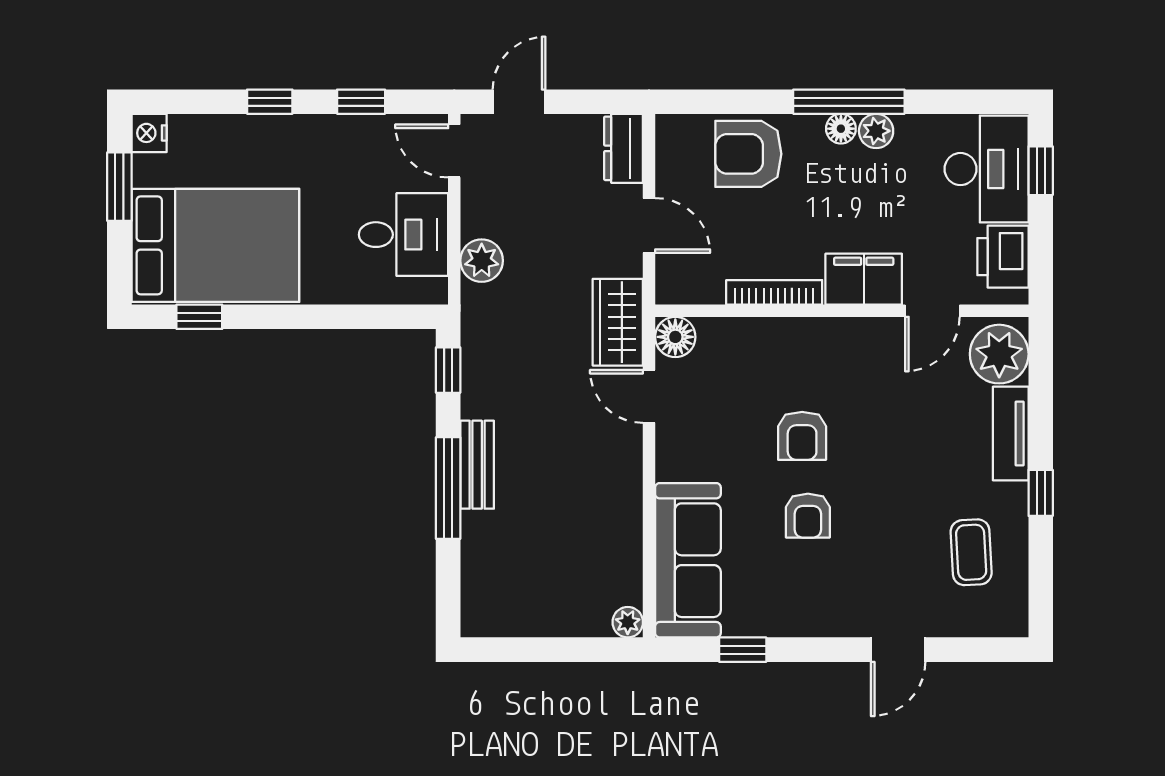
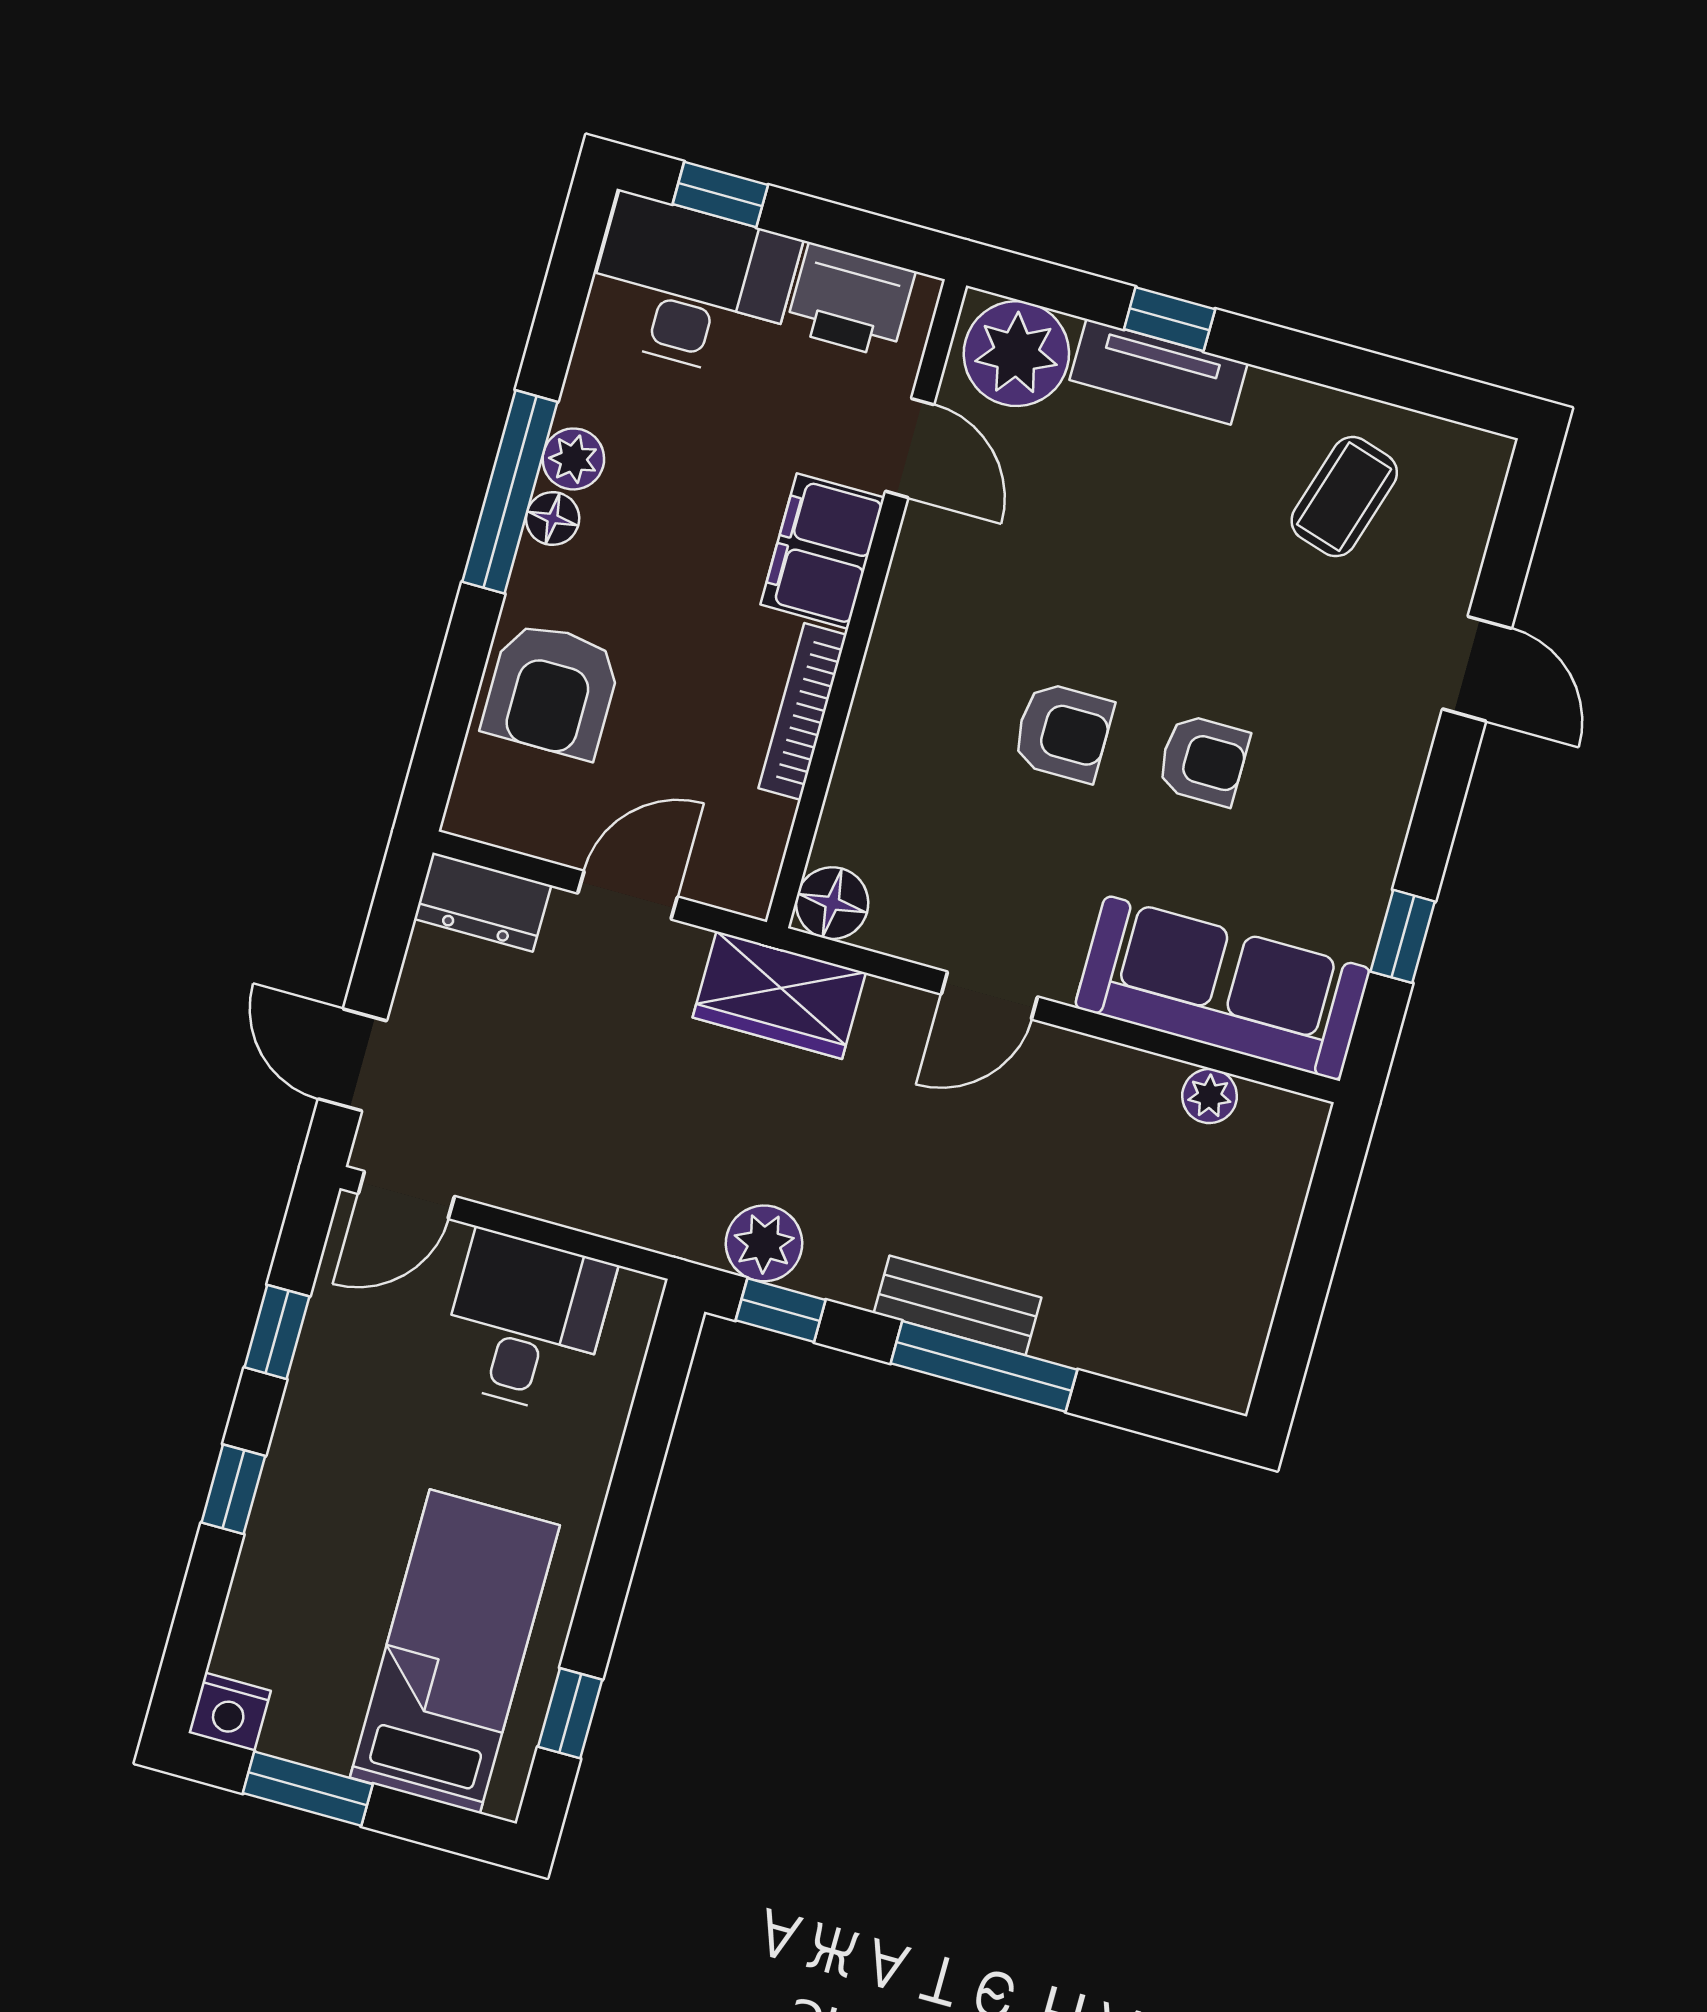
bed: (215, 245) -> (455, 1651), width x0.67
plant: (482, 261) -> (764, 1243), moved
door: (649, 396) -> (989, 995), moved
window: (1041, 493) -> (1170, 319), moved
coffee table: (971, 552) -> (1344, 497), turned -70
plant: (628, 622) -> (1210, 1096), moved

